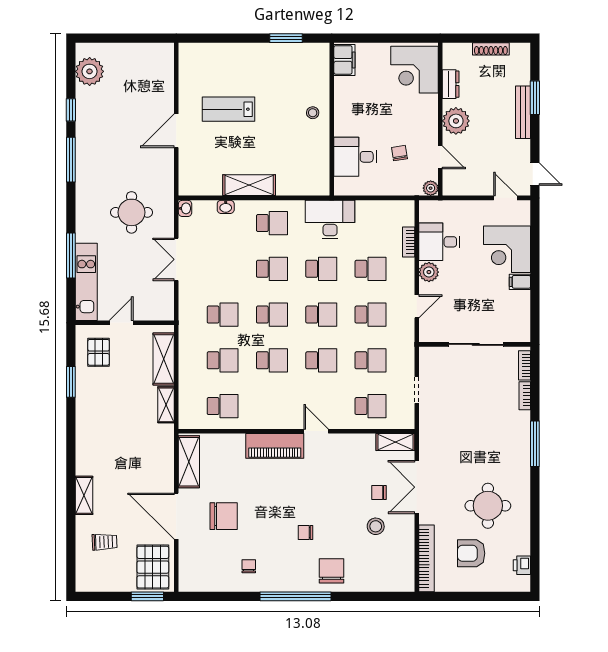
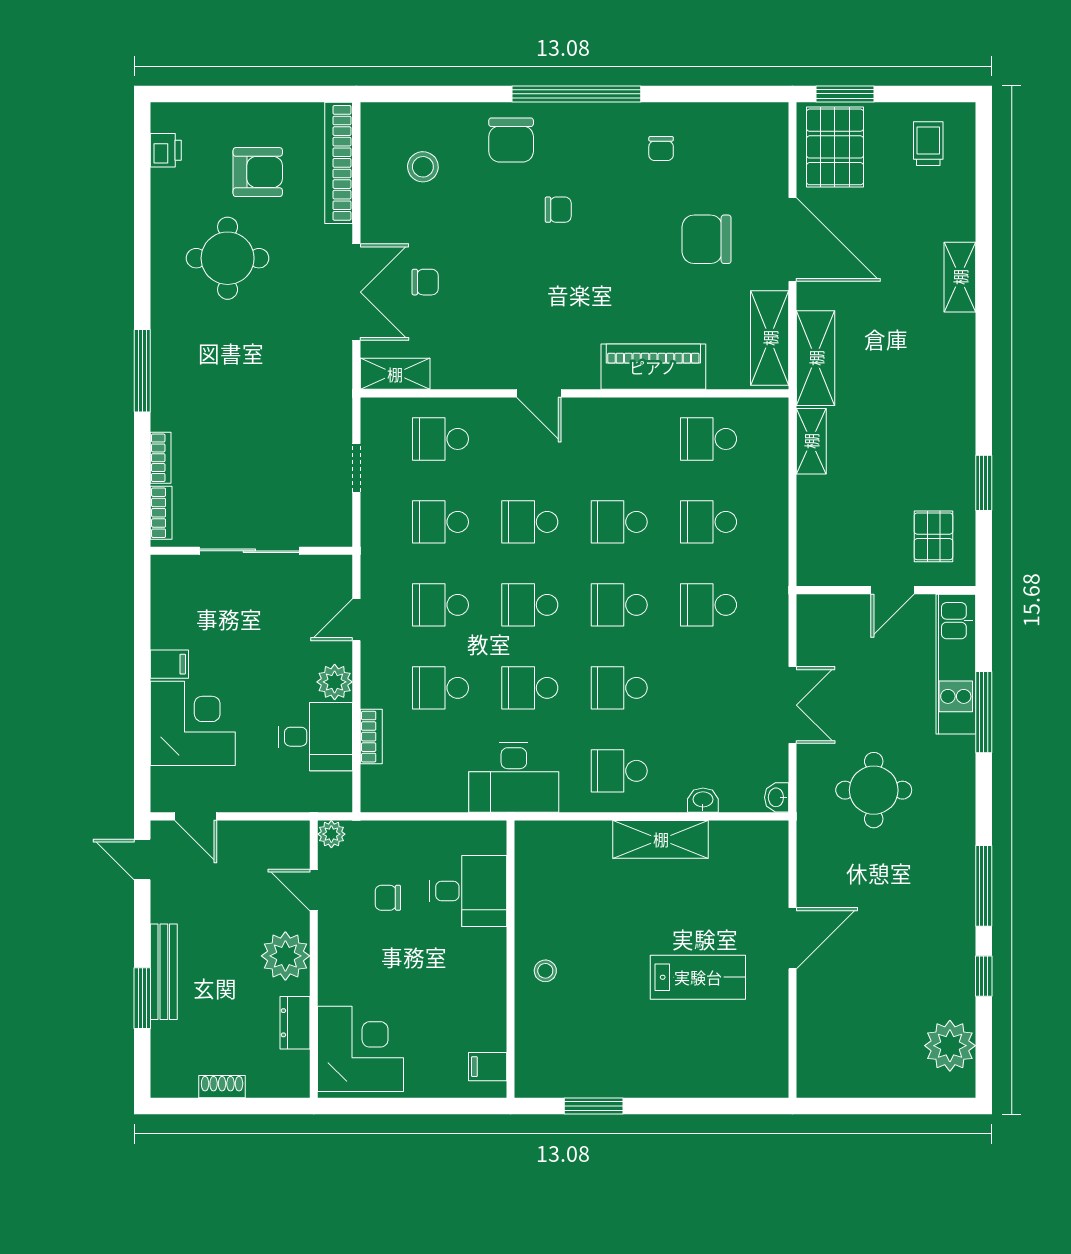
shoe rack: (491, 49) -> (222, 1087), width x0.70
filing cabinet: (344, 60) -> (488, 1067), width x0.50
chair: (399, 153) -> (388, 898), turned 99
shelving: (164, 359) -> (816, 358), moved
piano: (275, 446) -> (653, 367), moved
stool: (376, 526) -> (423, 167), moved
trolley: (105, 542) -> (928, 144), moved, turned 92

